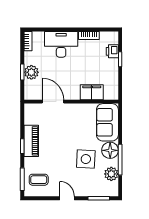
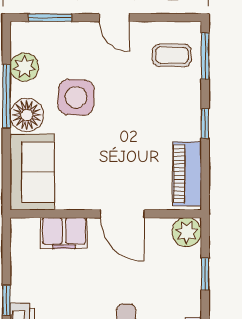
plant: (31, 72) -> (187, 232), moved
door: (53, 102) -> (122, 214), moved
piano: (31, 141) -> (187, 174), moved

